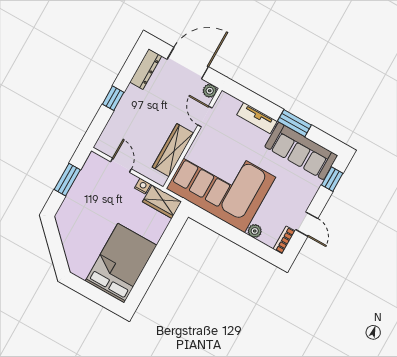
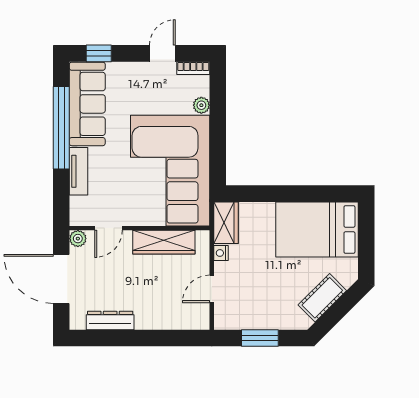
dresser: (146, 69) -> (110, 320), moved
window: (113, 98) -> (144, 338), removed
window: (294, 123) -> (61, 128), width x2.11
cot: (71, 240) -> (322, 298), added

